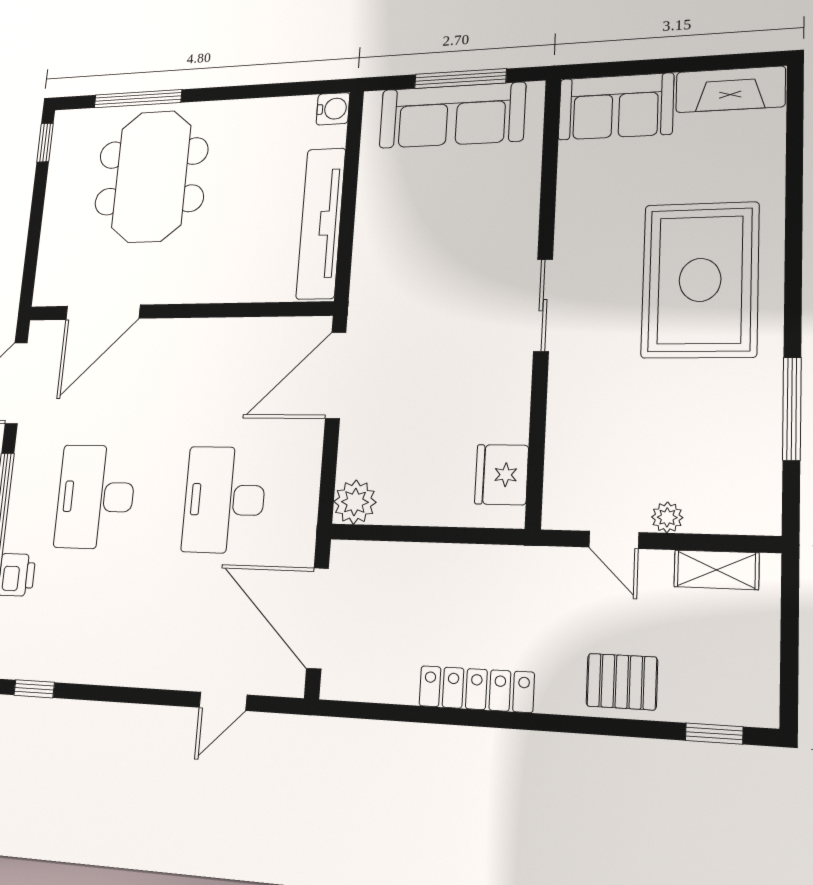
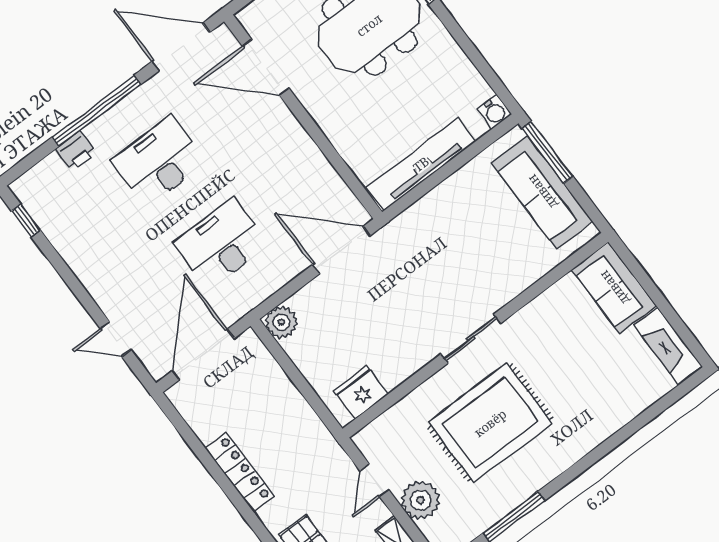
window: (460, 79) -> (547, 152), moved
rug: (700, 280) -> (490, 423), moved
plant: (667, 517) -> (421, 500), width x1.87, depth x1.87

